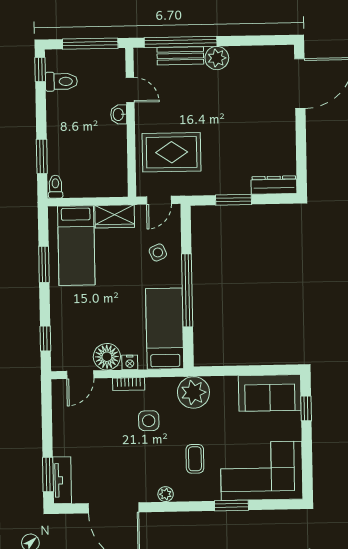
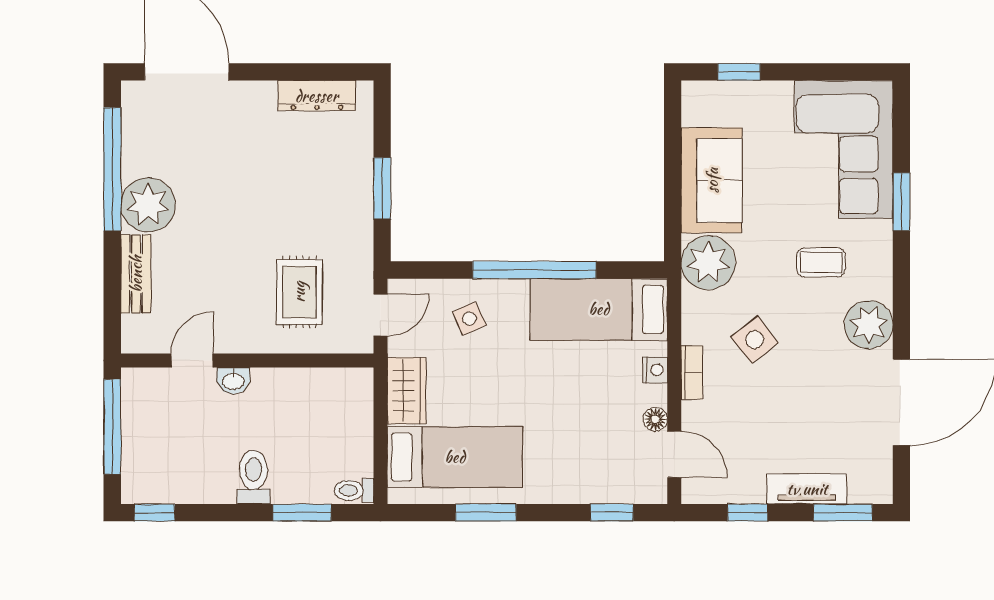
window: (181, 42) -> (112, 169), moved
plant: (217, 58) -> (148, 205), width x1.36, depth x1.36
toilet: (61, 81) -> (253, 477), moved
rug: (172, 152) -> (299, 292), width x0.73, depth x0.70
dresser: (274, 185) -> (317, 96), moved, turned -90
door: (159, 200) -> (380, 315), hinge flipped
floor lamp: (107, 357) -> (655, 419), width x0.53, depth x0.53
sofa: (270, 393) -> (712, 180), moved
window: (47, 419) -> (748, 513), added
side table: (149, 421) -> (755, 340), turned -38
tv unit: (62, 480) -> (807, 489), moved
plant: (166, 494) -> (869, 325), width x1.87, depth x1.87

